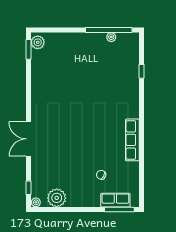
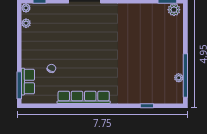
row of seats: (132, 140) -> (84, 97), width x1.36
plant: (57, 198) -> (26, 23), width x0.53, depth x0.53

